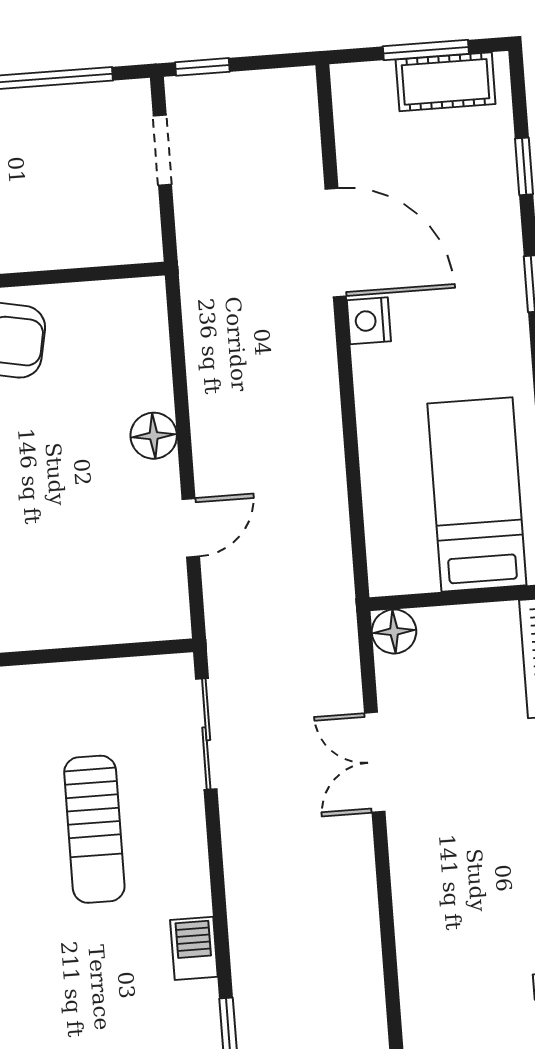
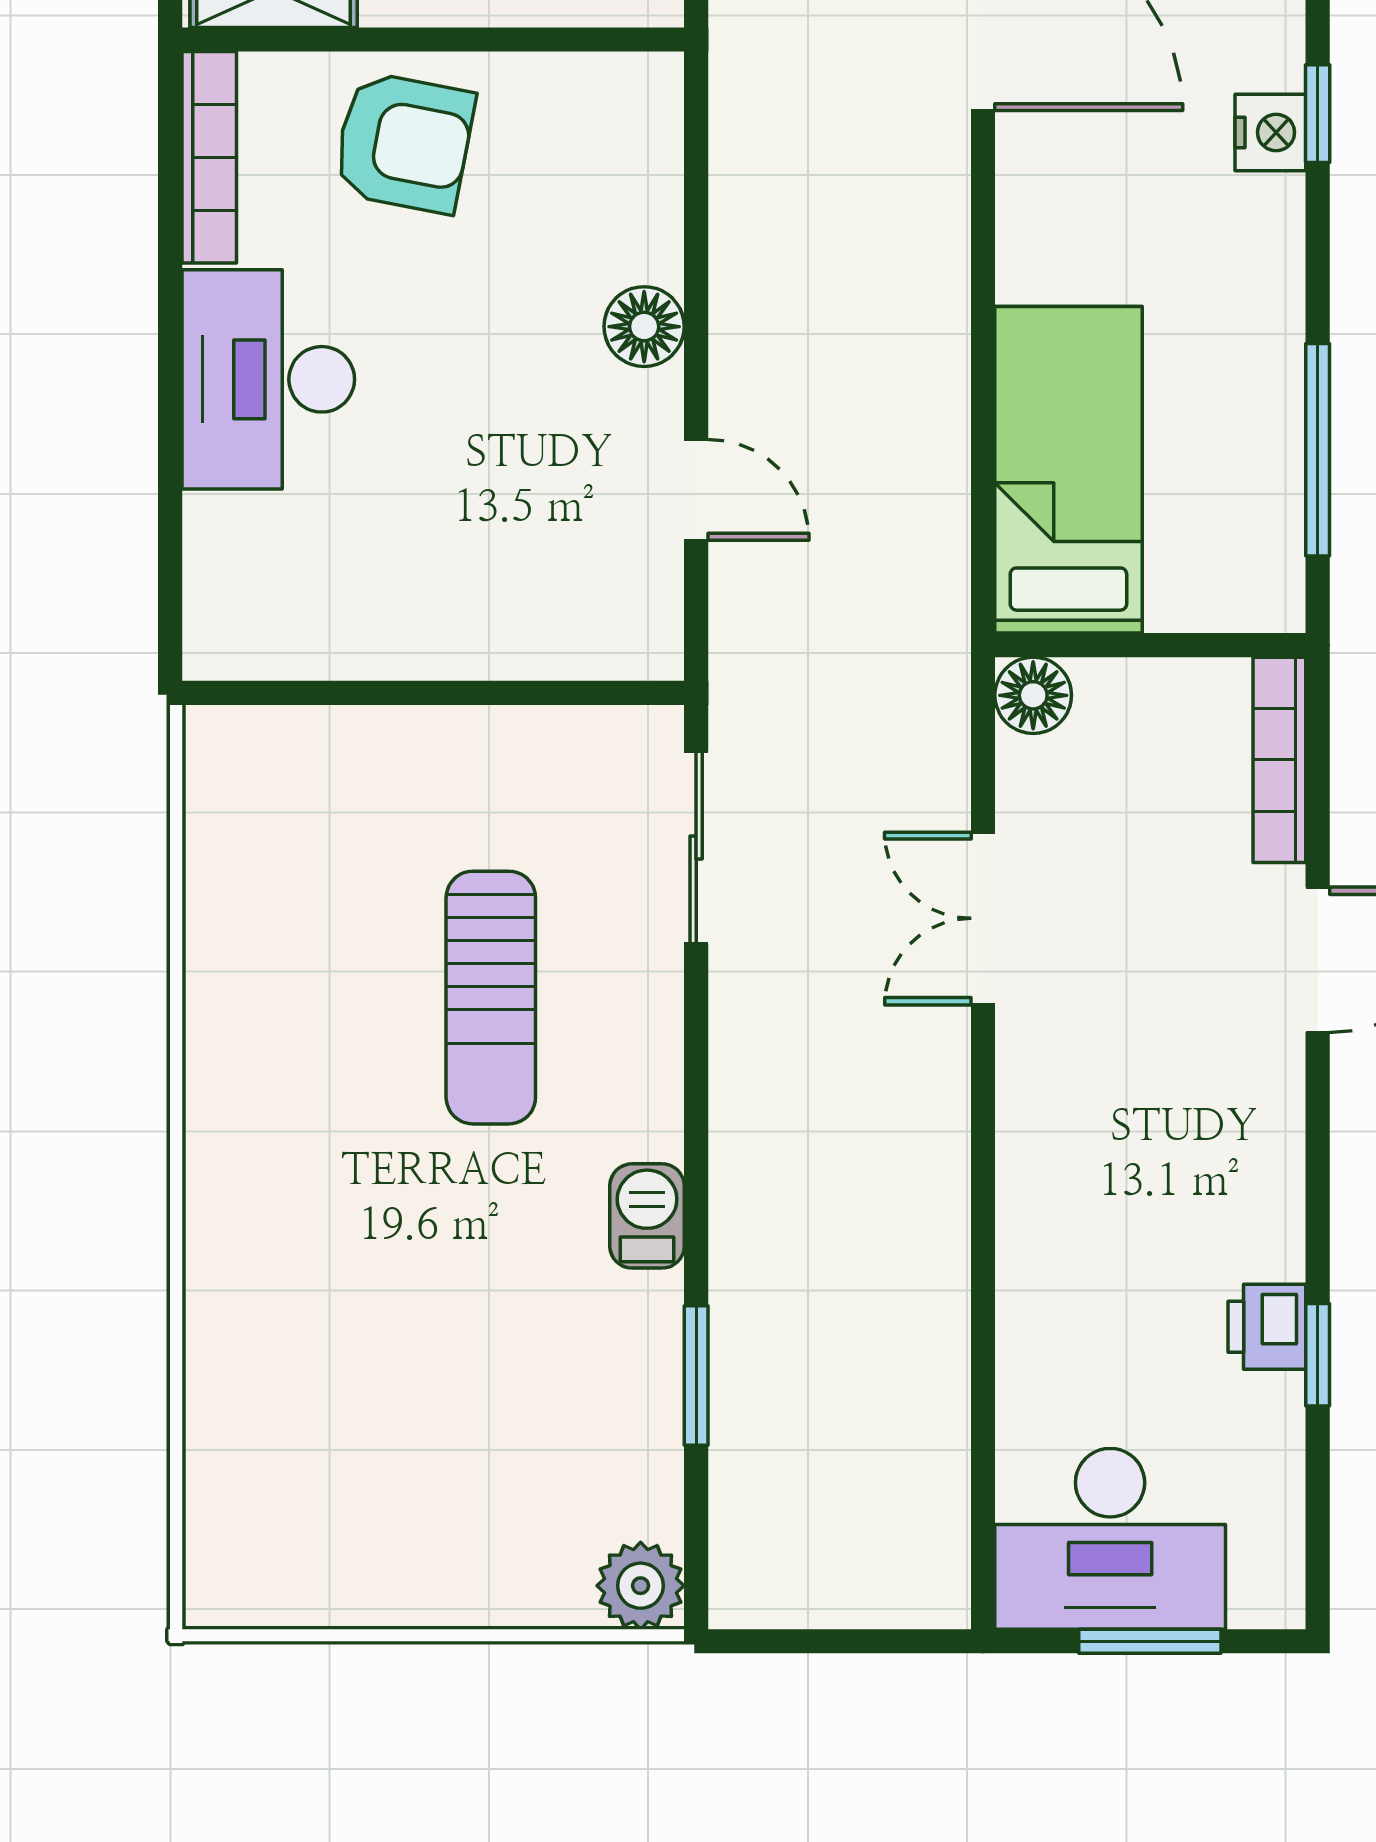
nightstand: (369, 321) -> (1270, 132), moved, turned 180
bed: (477, 494) -> (1068, 470), moved
door: (191, 528) -> (696, 490), hinge flipped

